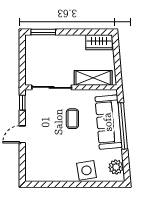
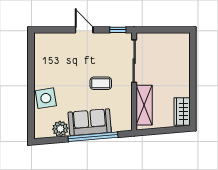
window: (43, 32) -> (193, 52), removed
sofa: (108, 122) -> (90, 122), width x0.73
plant: (116, 167) -> (60, 129), moved

